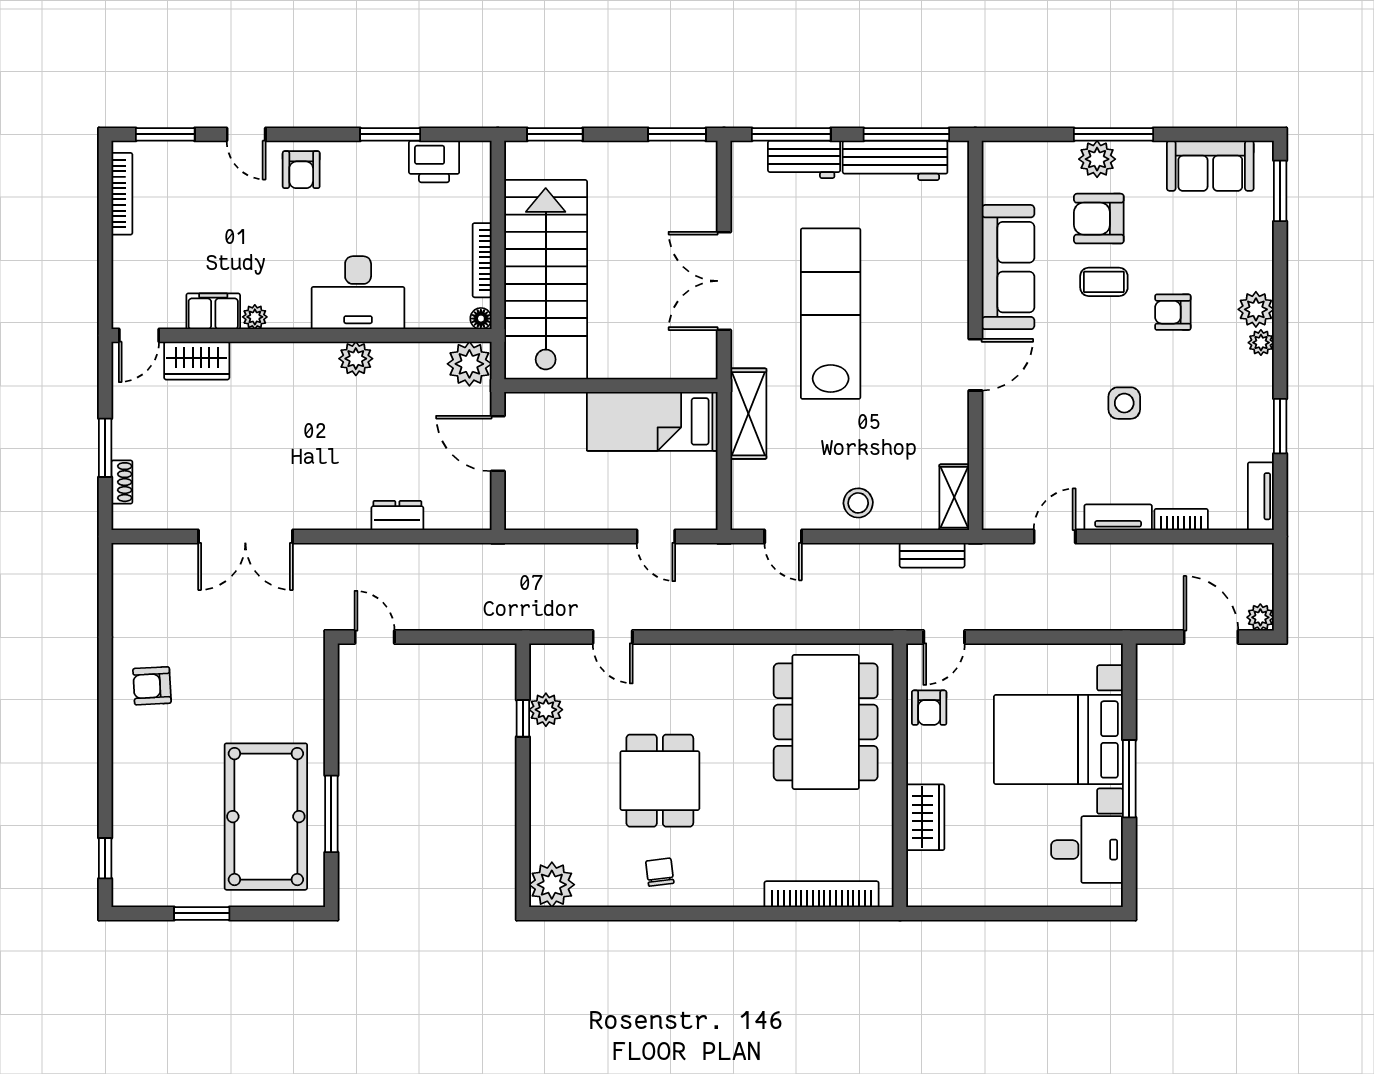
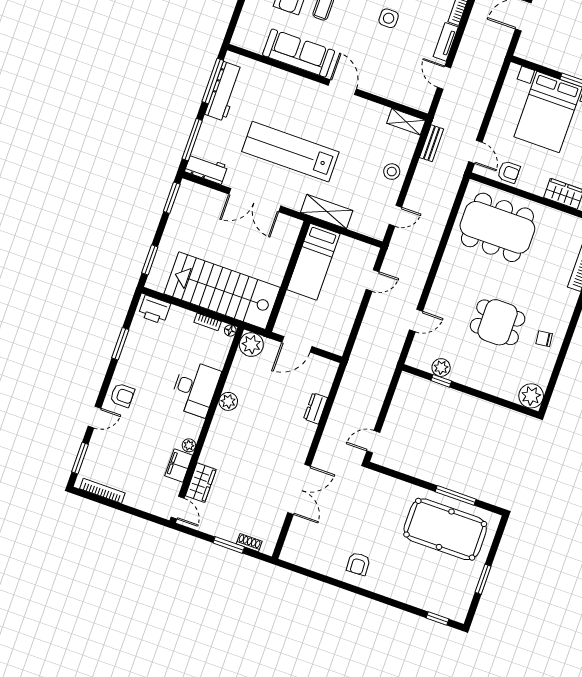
workbench: (804, 159) -> (206, 169), moved, turned -90
printer: (434, 161) -> (154, 310), moved, turned 90
bookcase: (482, 260) -> (208, 322), width x0.64

